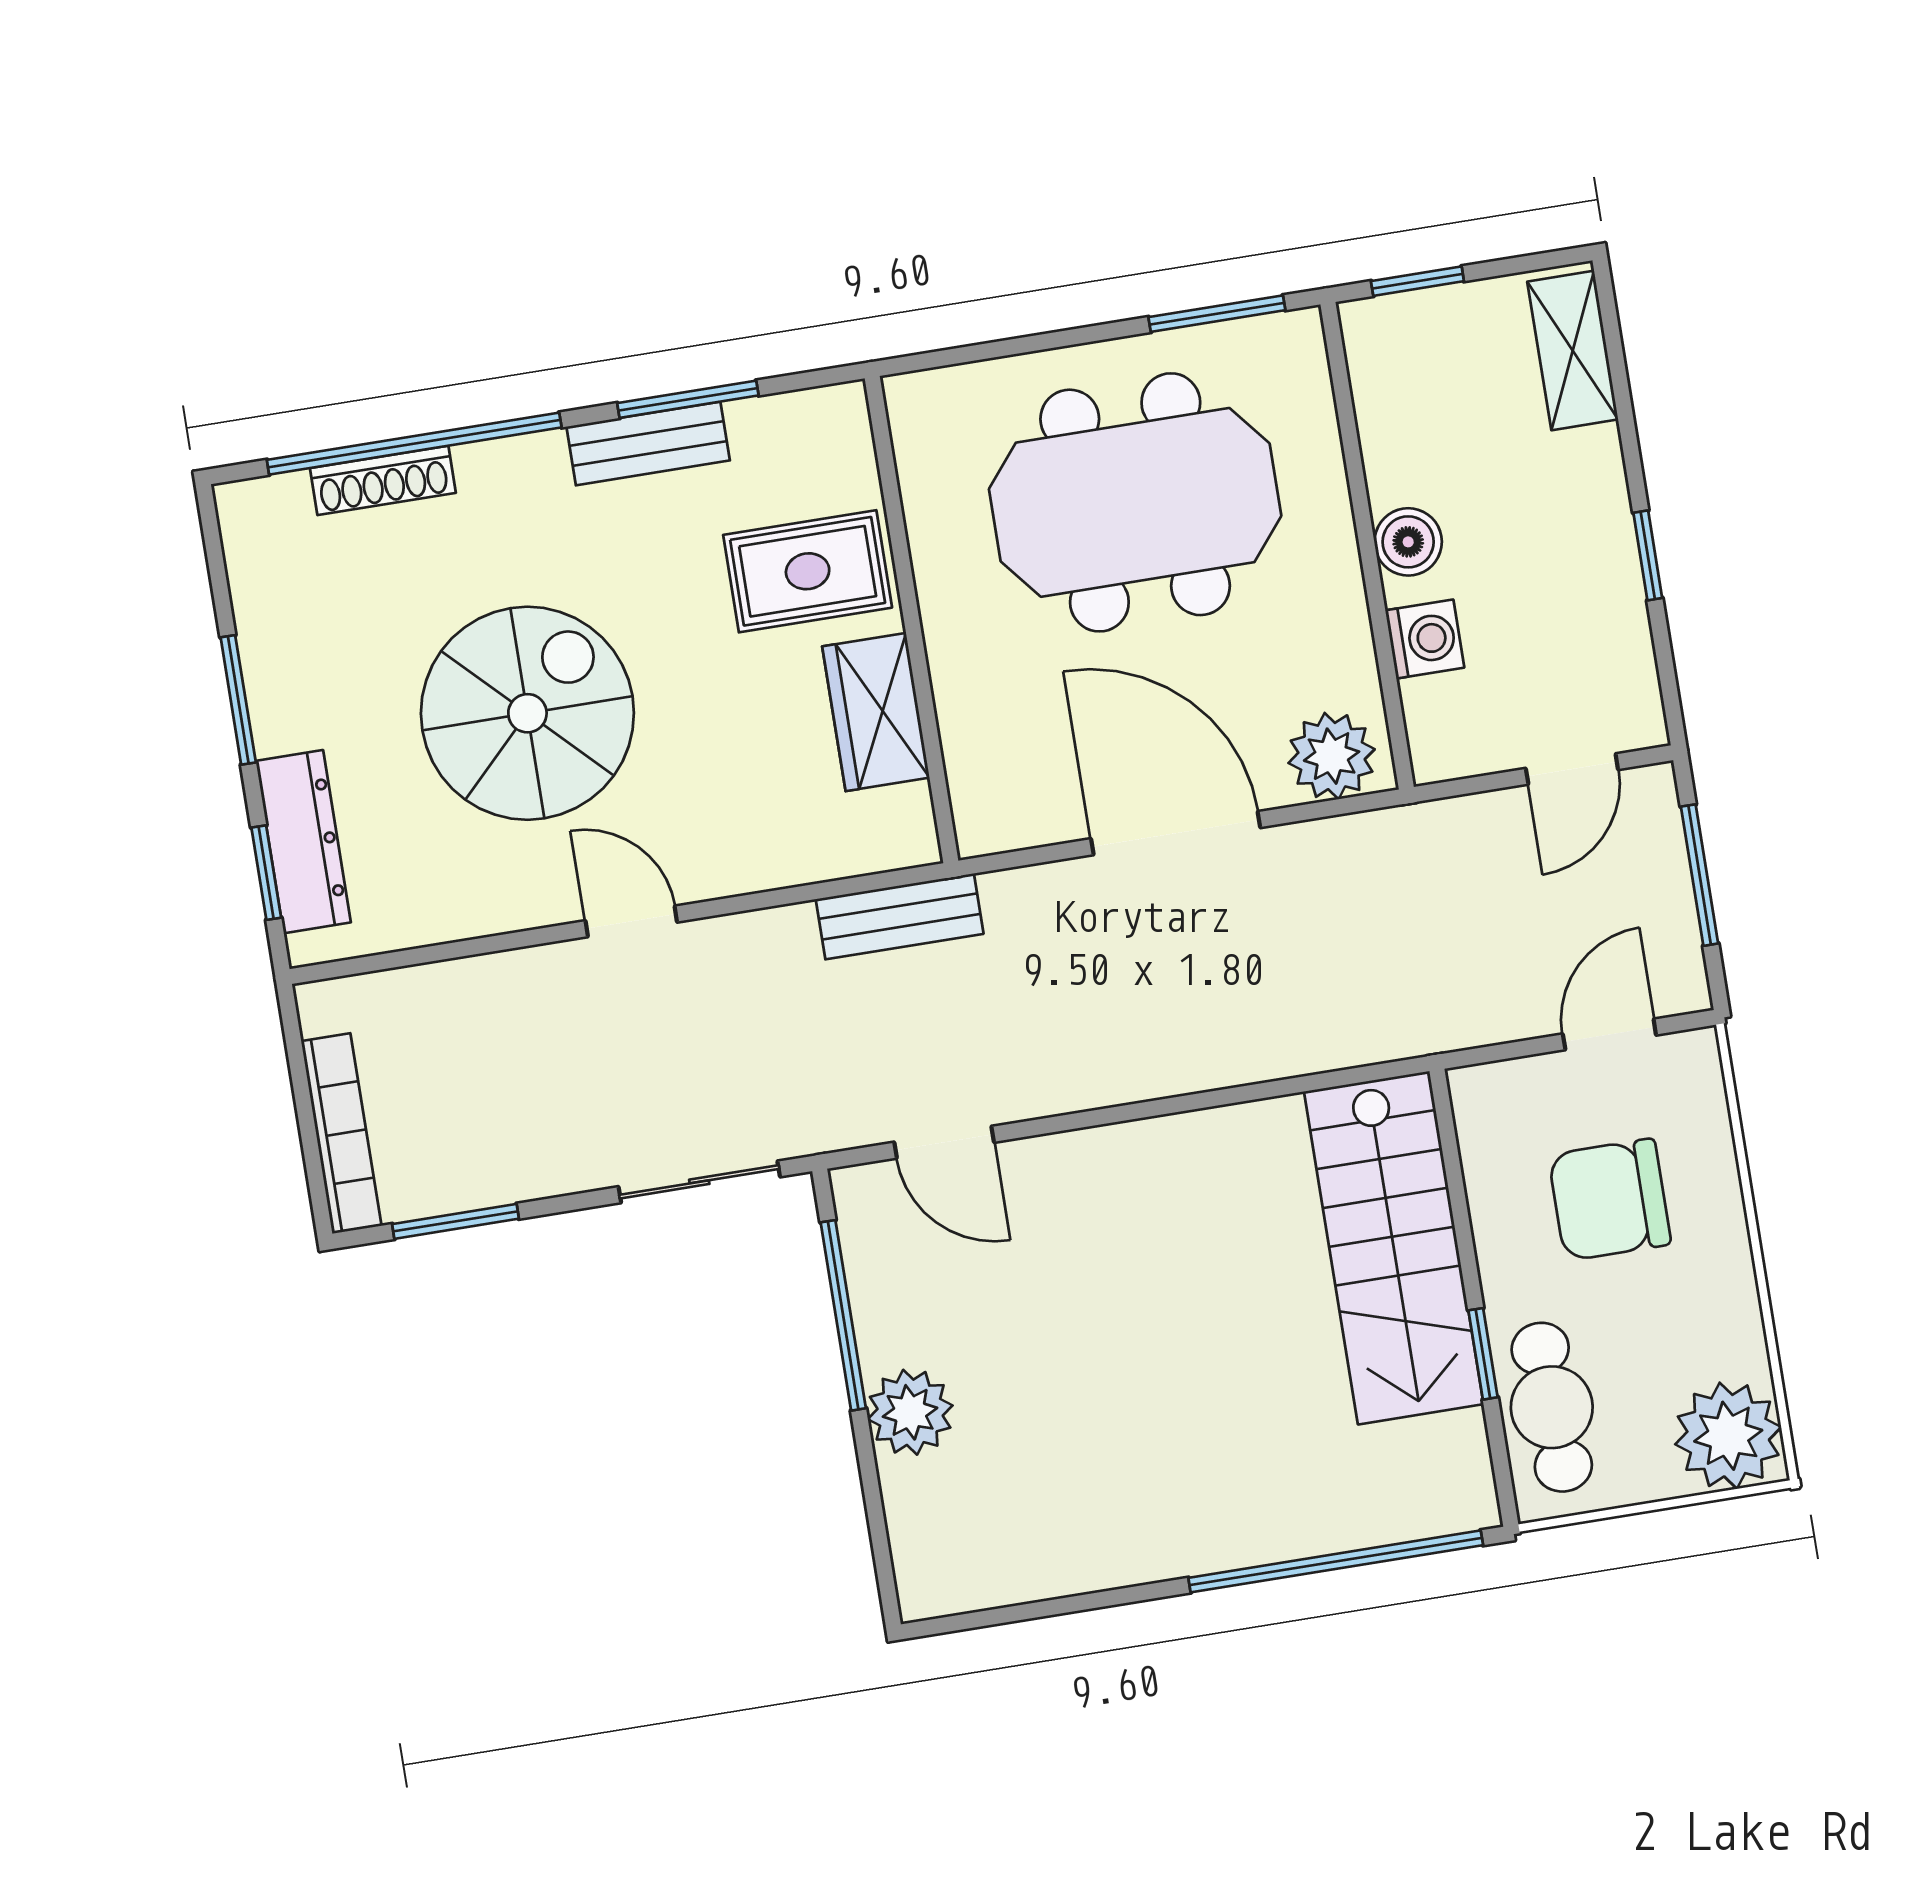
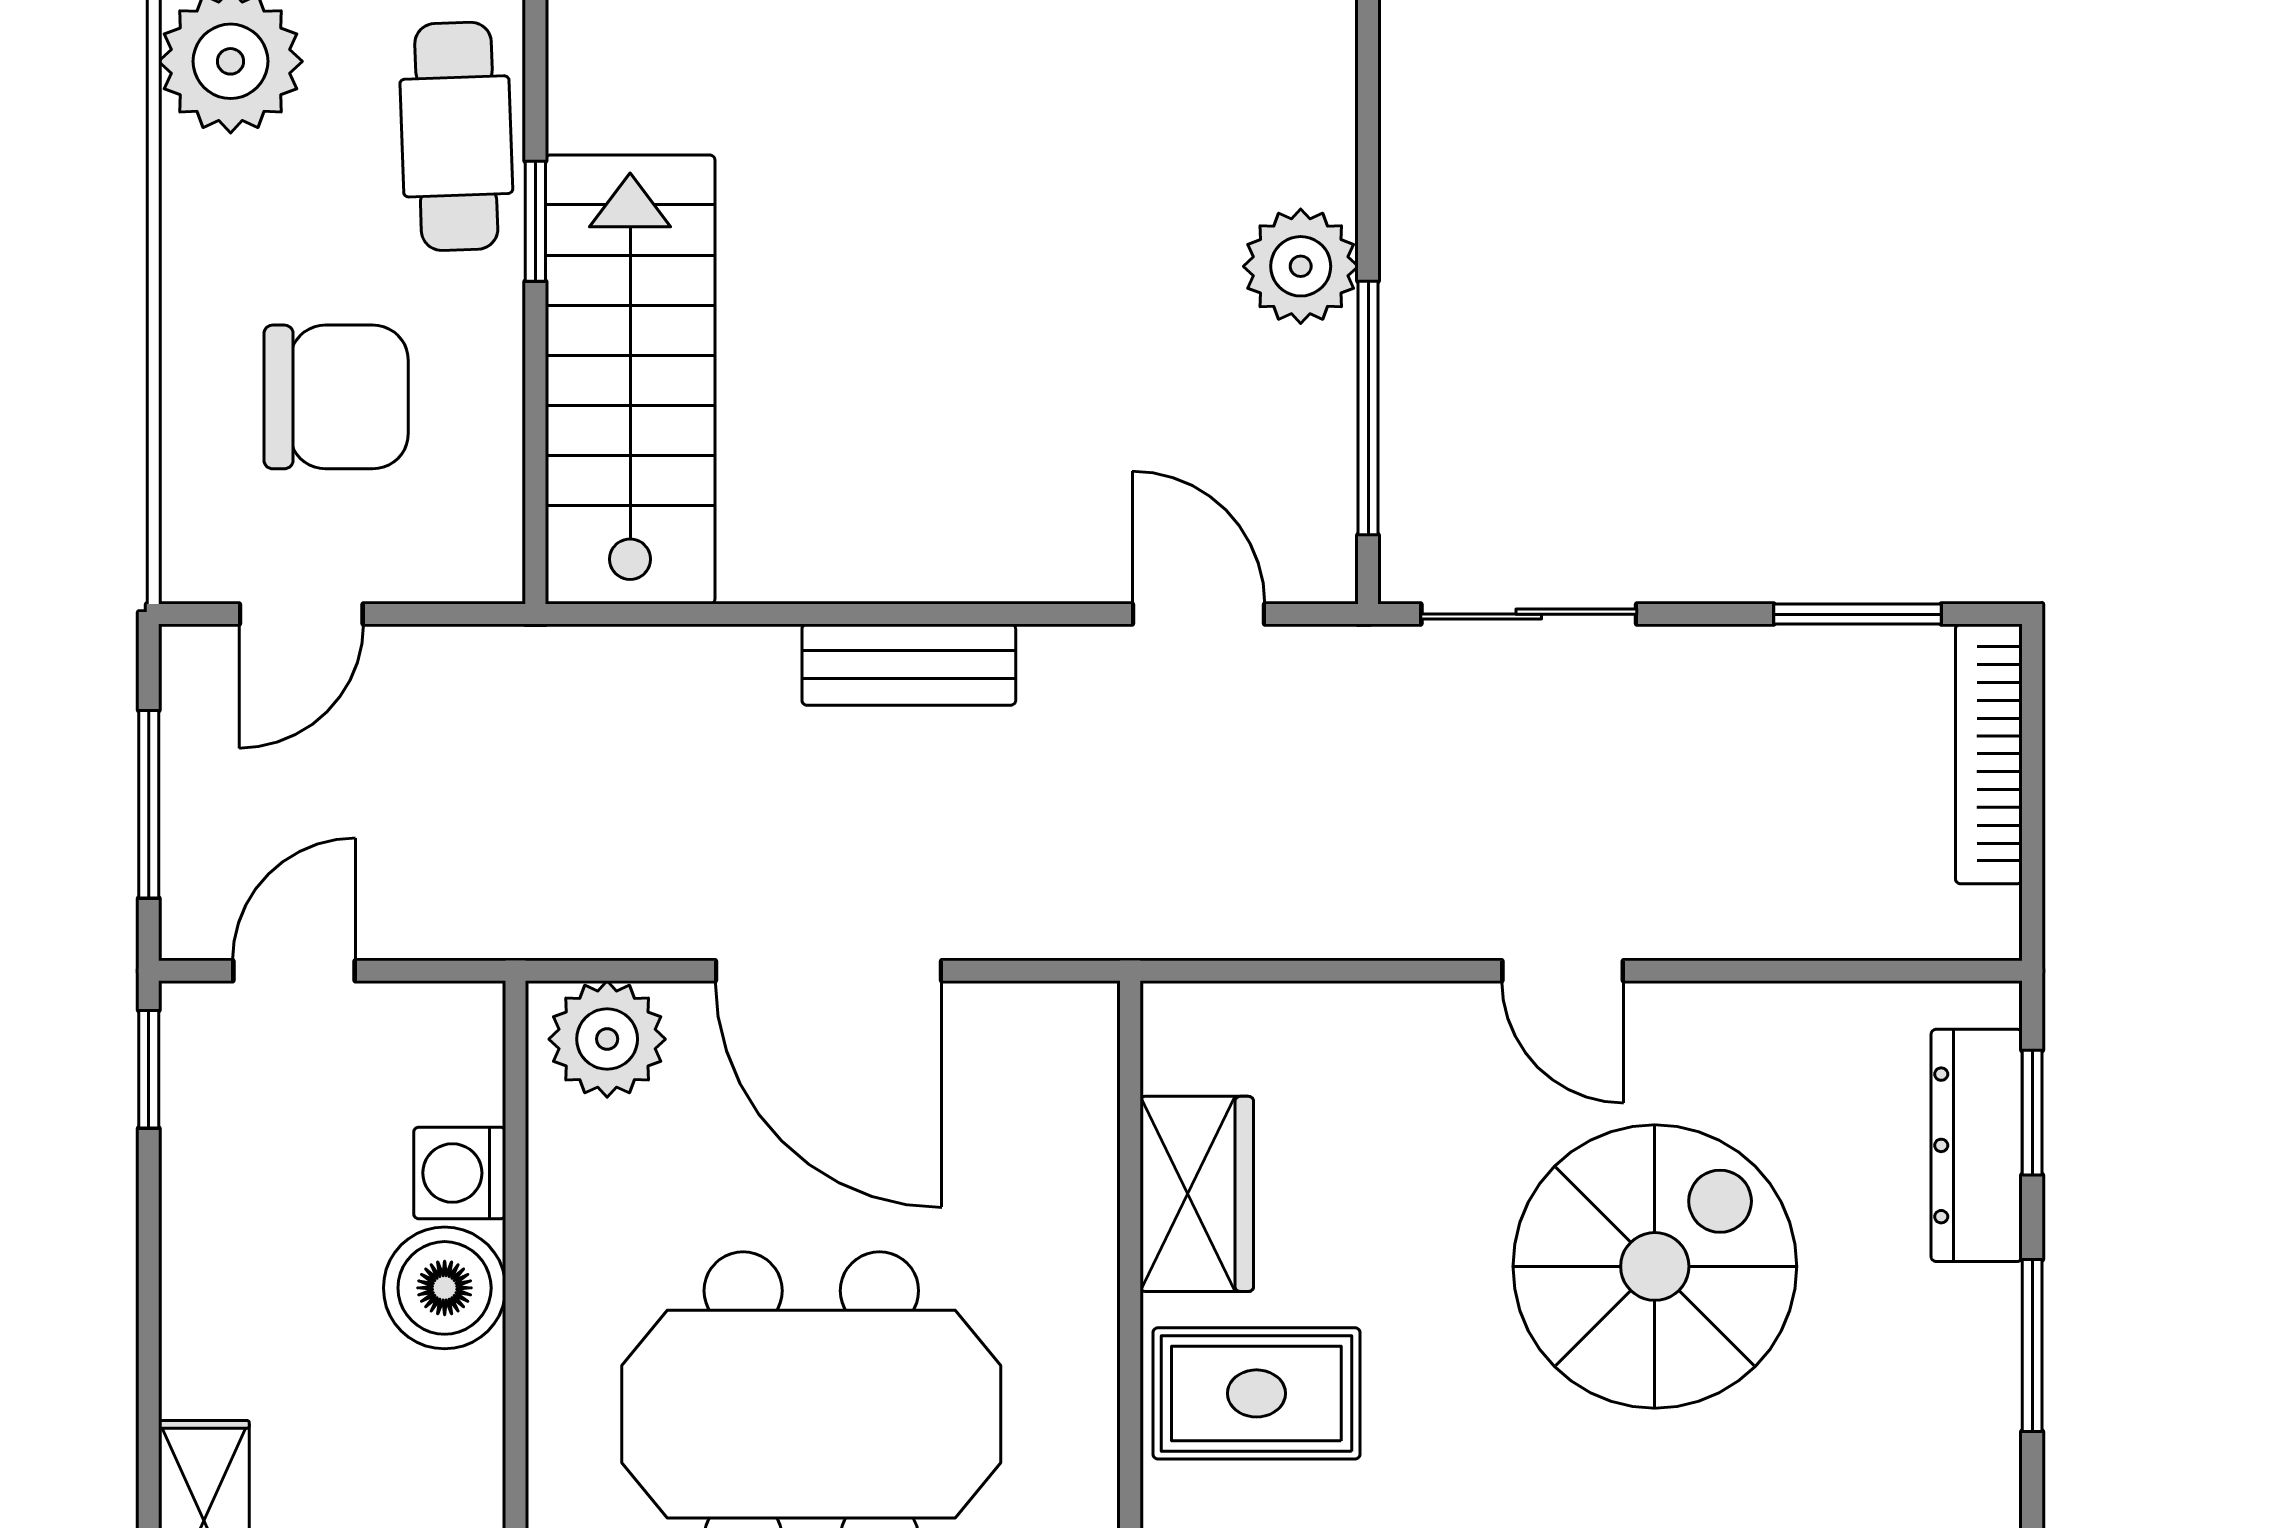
boiler: (1408, 542) -> (445, 1288), width x1.36, depth x1.36
window: (1648, 555) -> (149, 1069), moved
spiral stairs: (527, 713) -> (1655, 1266), turned 180
bench: (900, 916) -> (909, 665), moved

